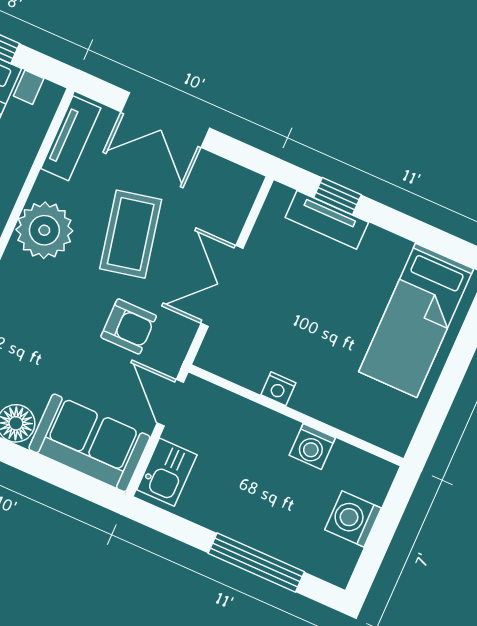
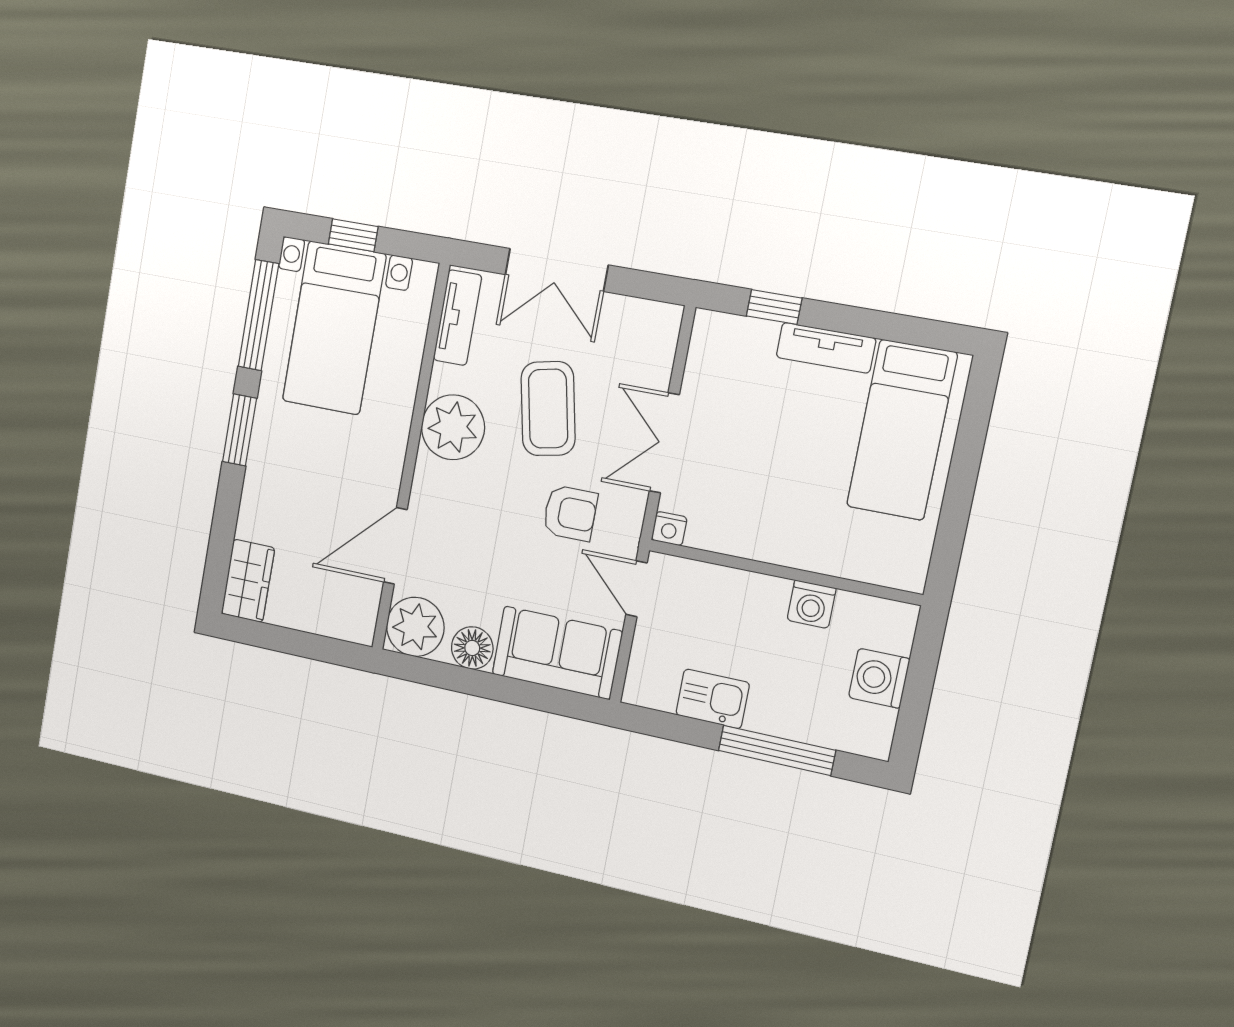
tv unit: (327, 220) -> (826, 348), moved
nightstand: (278, 389) -> (669, 529), moved
kitchen sink: (167, 472) -> (713, 699), moved, turned -90

